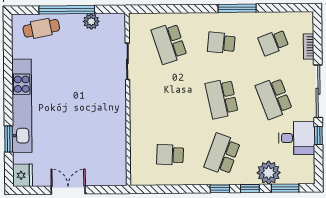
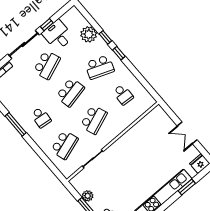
school desk: (273, 42) -> (94, 120), moved, width x1.85
window: (285, 188) -> (89, 19), removed

